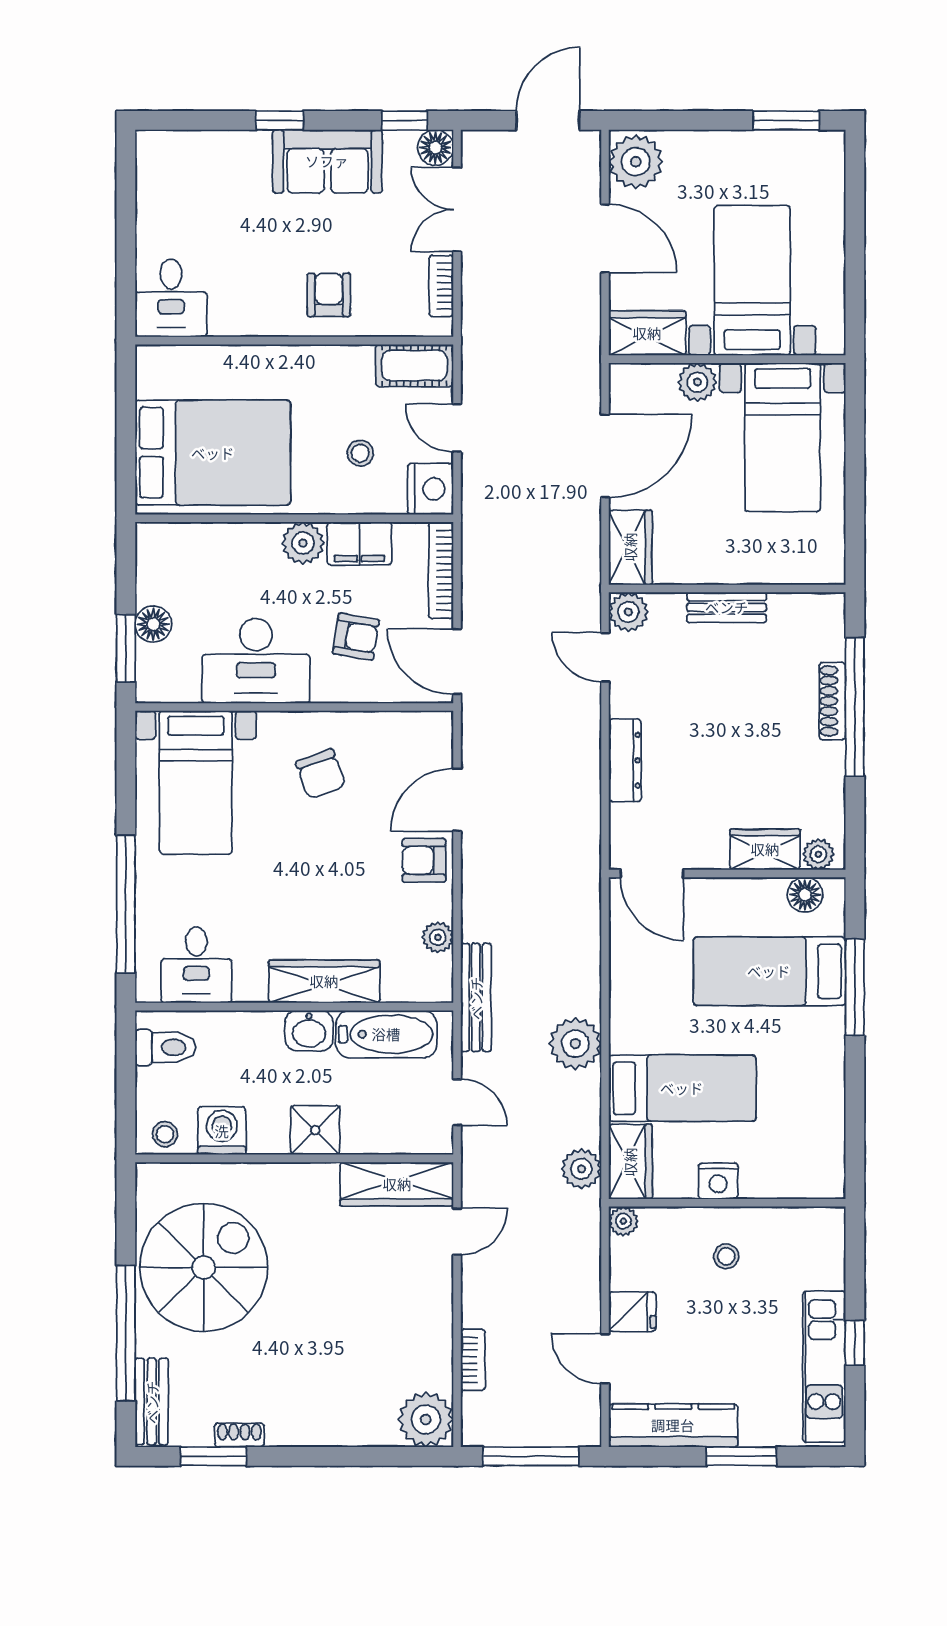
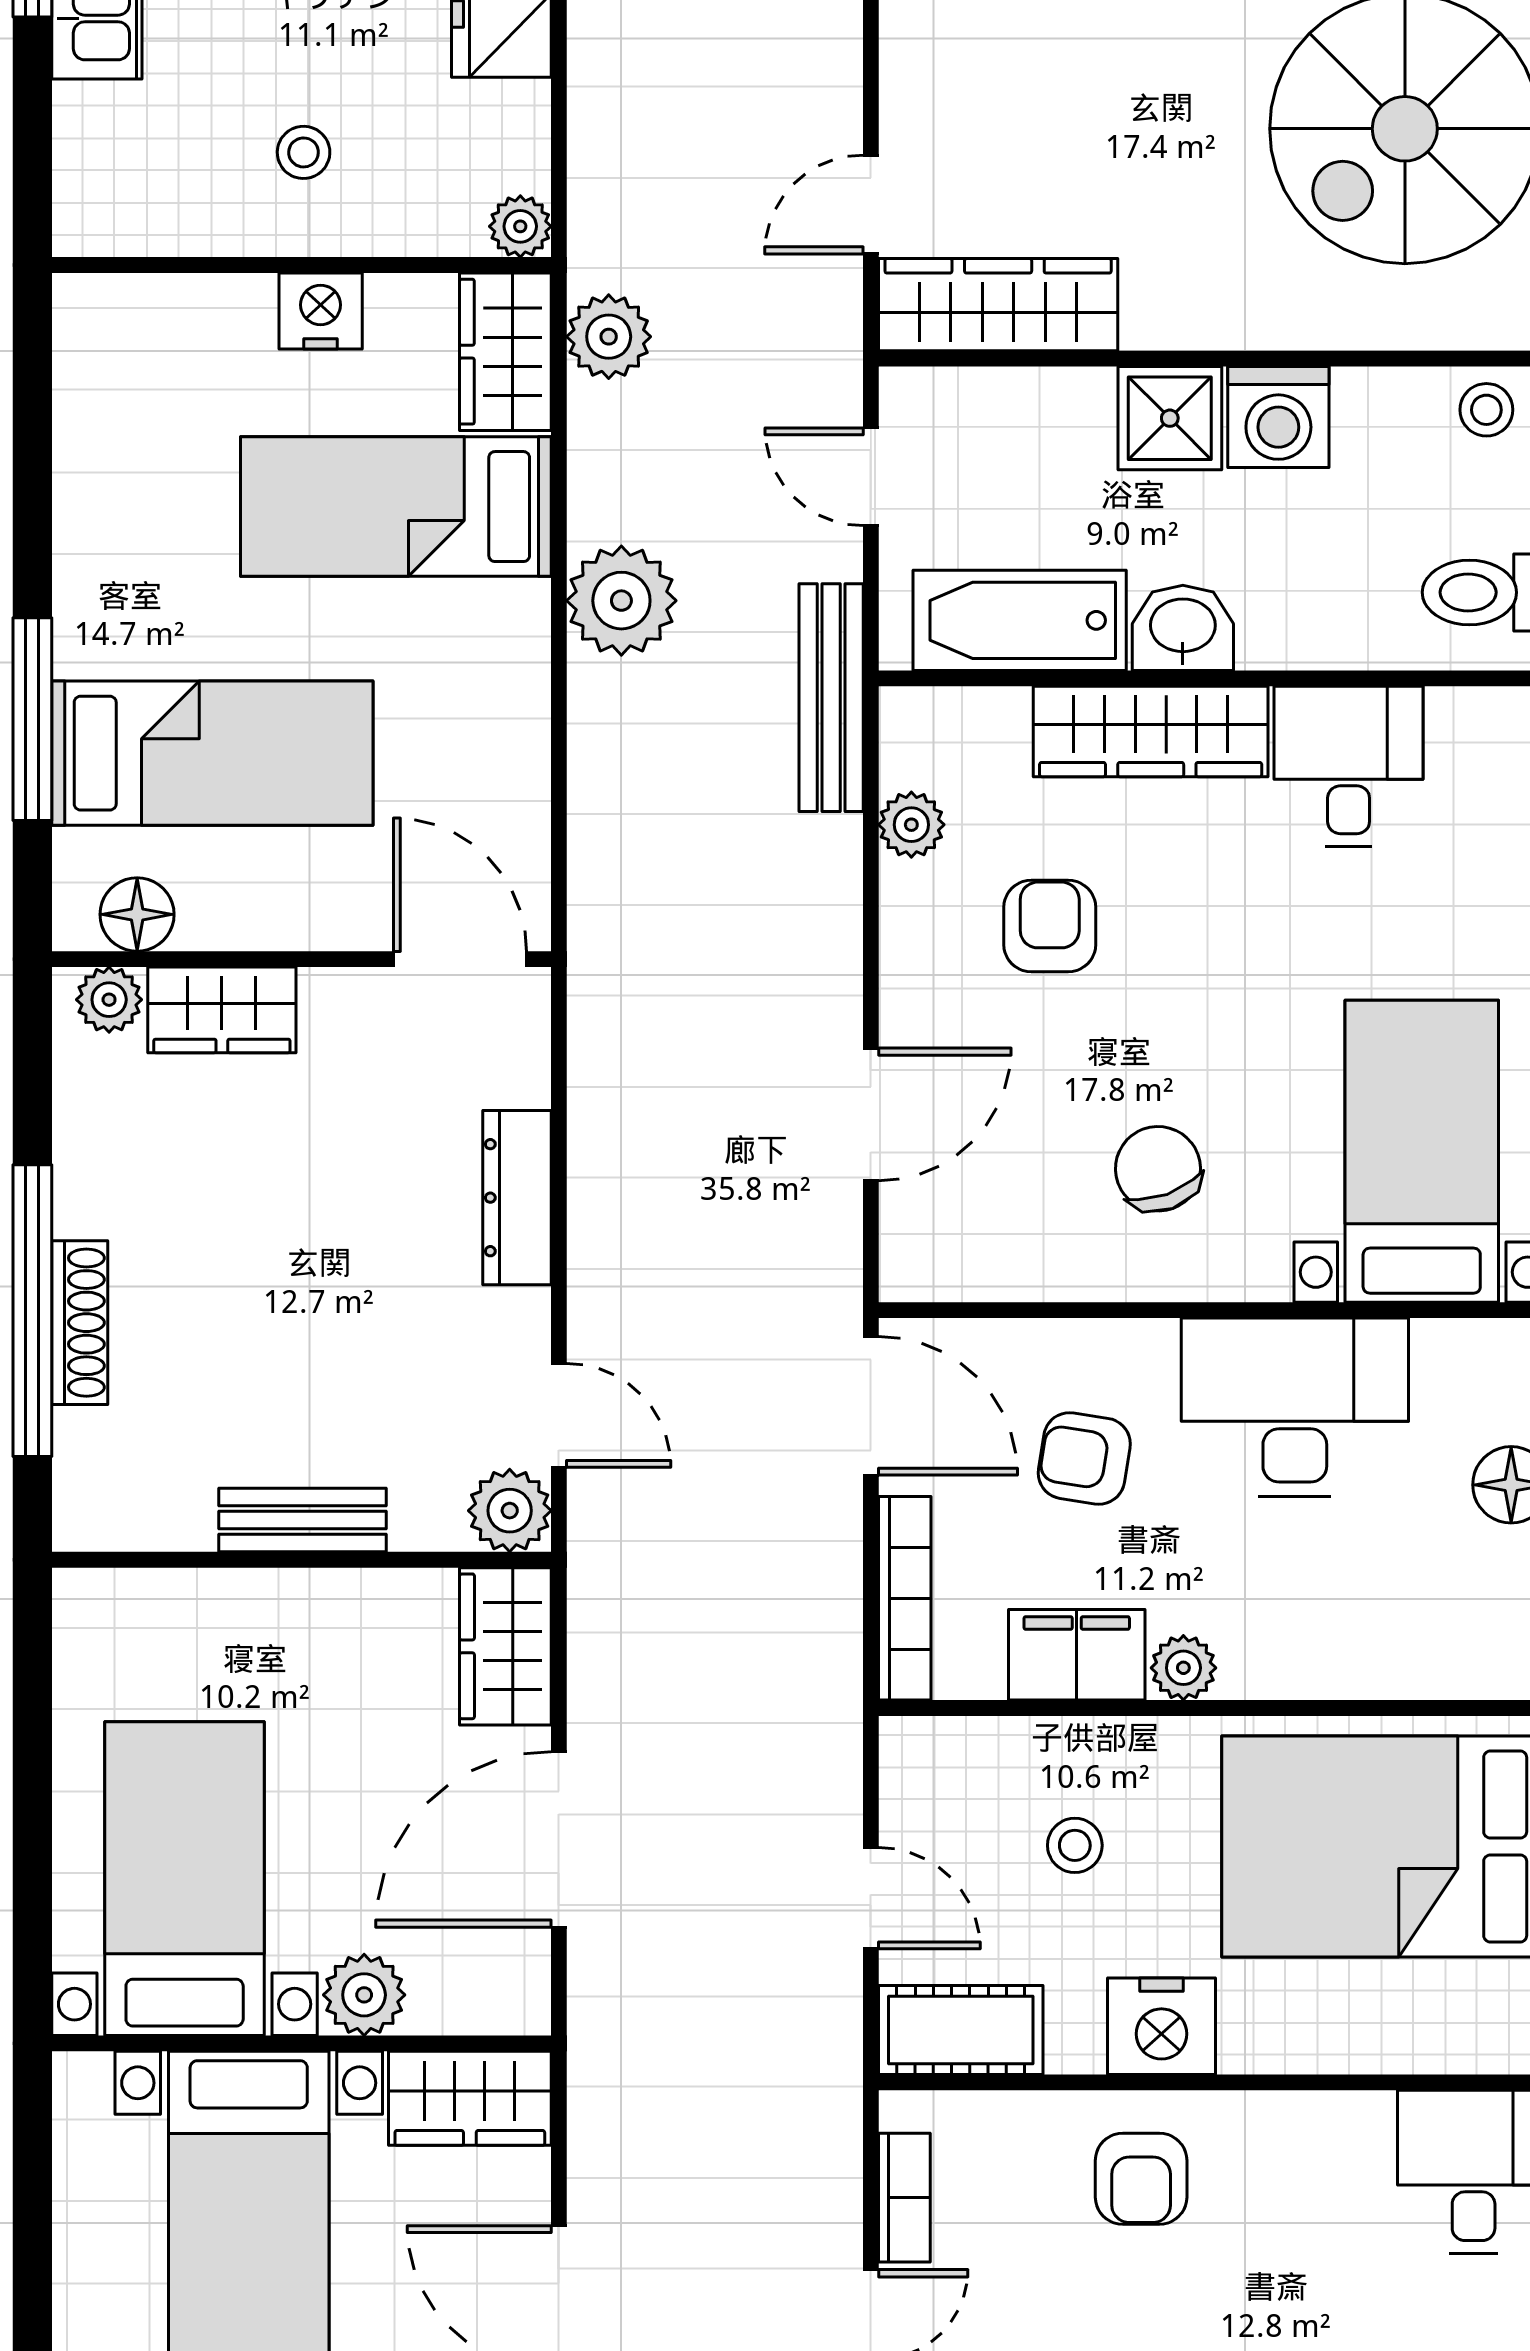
nightstand: (430, 489) -> (1161, 2026), moved, turned -90
plant: (303, 543) -> (1183, 1668), width x0.73, depth x0.73
armchair: (424, 860) -> (1050, 926), moved, turned -90
desk: (196, 965) -> (1349, 766), moved
washing machine: (222, 1131) -> (1278, 417), moved

